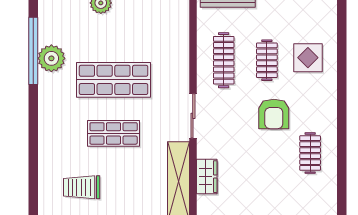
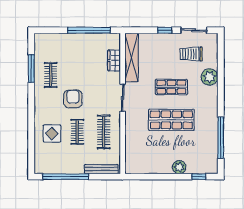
plant: (51, 58) -> (210, 77), moved
window: (342, 164) -> (31, 68), added
trolley: (82, 187) -> (191, 54), turned 180

